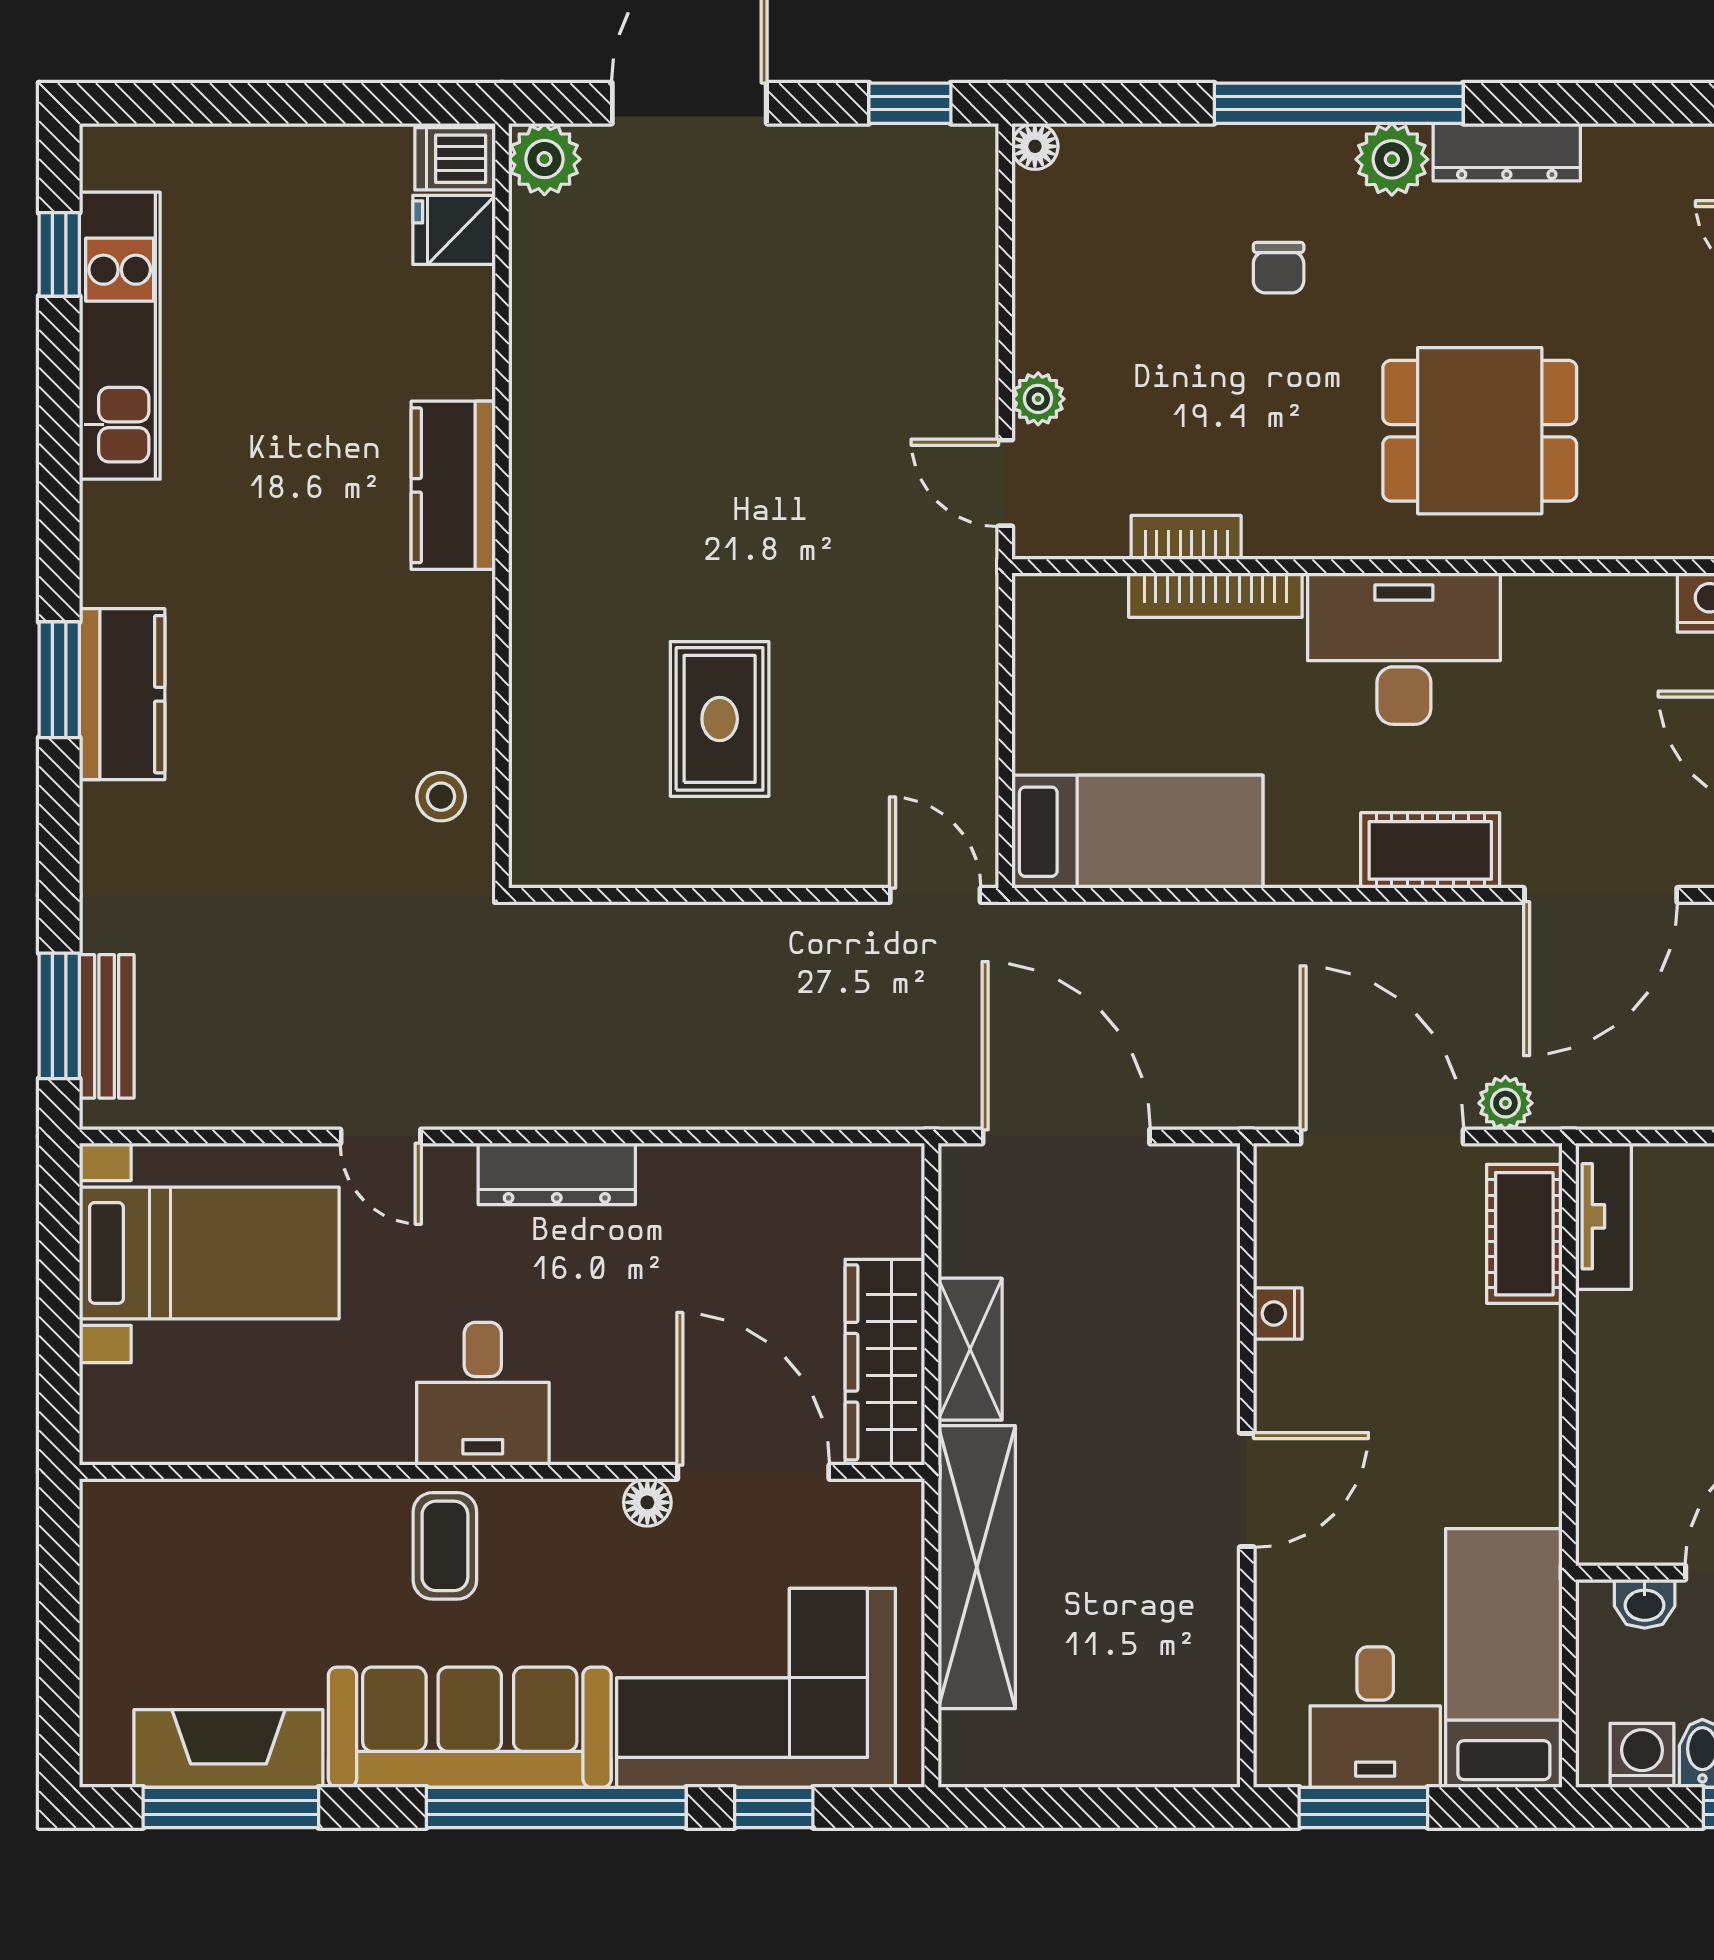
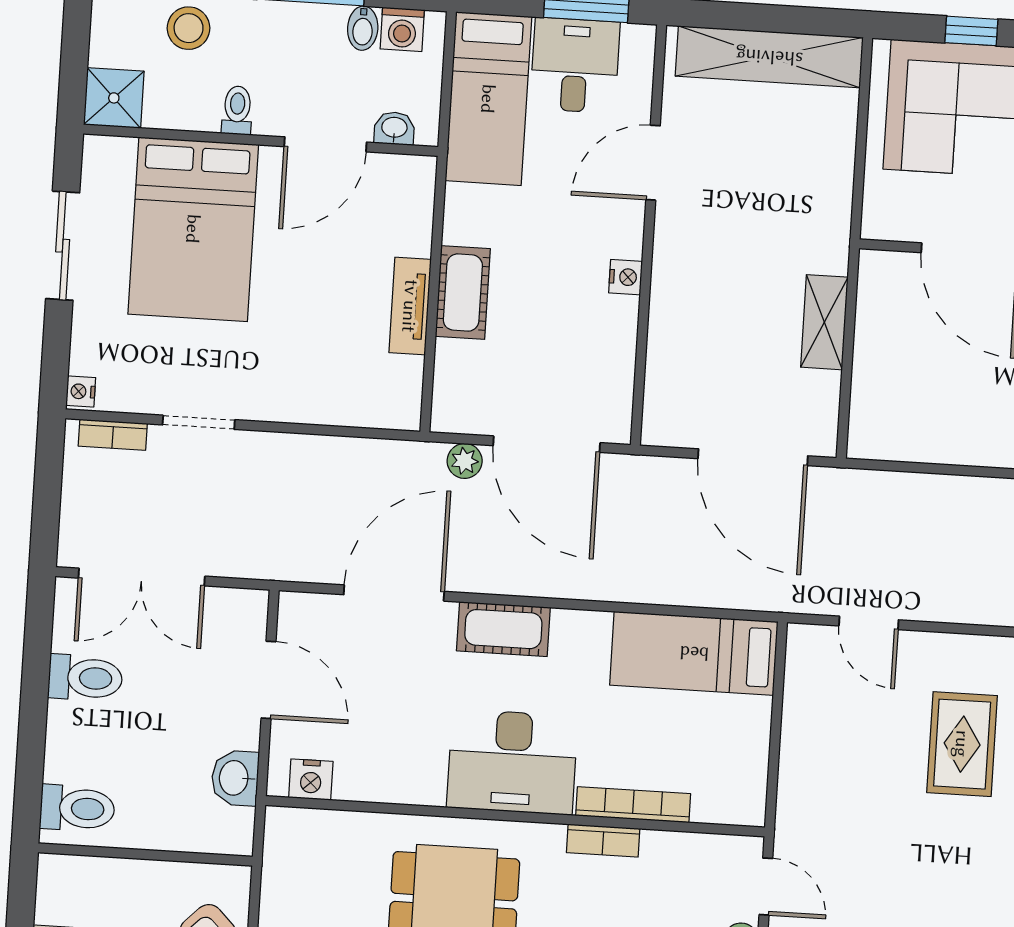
bookcase: (1186, 537) -> (603, 841), moved
door: (935, 895) -> (869, 623), moved
tv unit: (1603, 1216) -> (410, 306), moved
cot: (1524, 1234) -> (463, 293), moved
nightstand: (1278, 1313) -> (625, 277), moved
wardrobe: (885, 1362) -> (881, 317), removed
door: (1247, 1490) -> (653, 163), moved
shelving: (977, 1567) -> (769, 57), moved, turned 90

